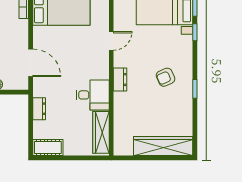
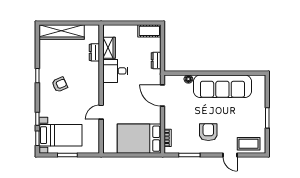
dresser: (120, 80) -> (94, 52), moved
wardrobe: (101, 132) -> (109, 48), width x0.67

